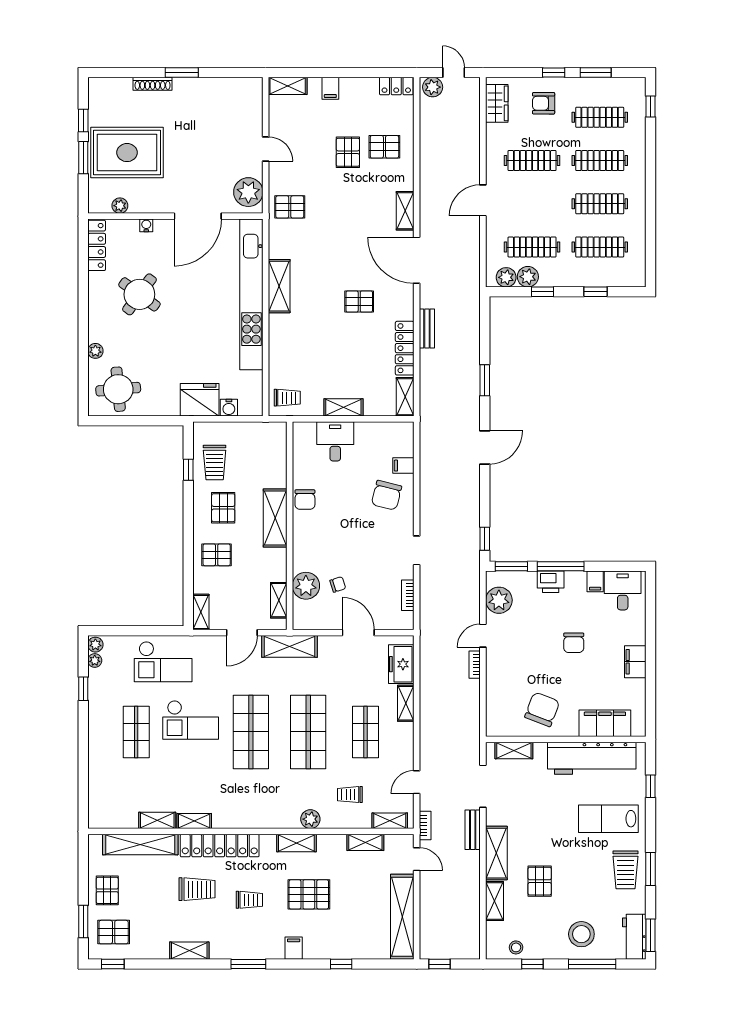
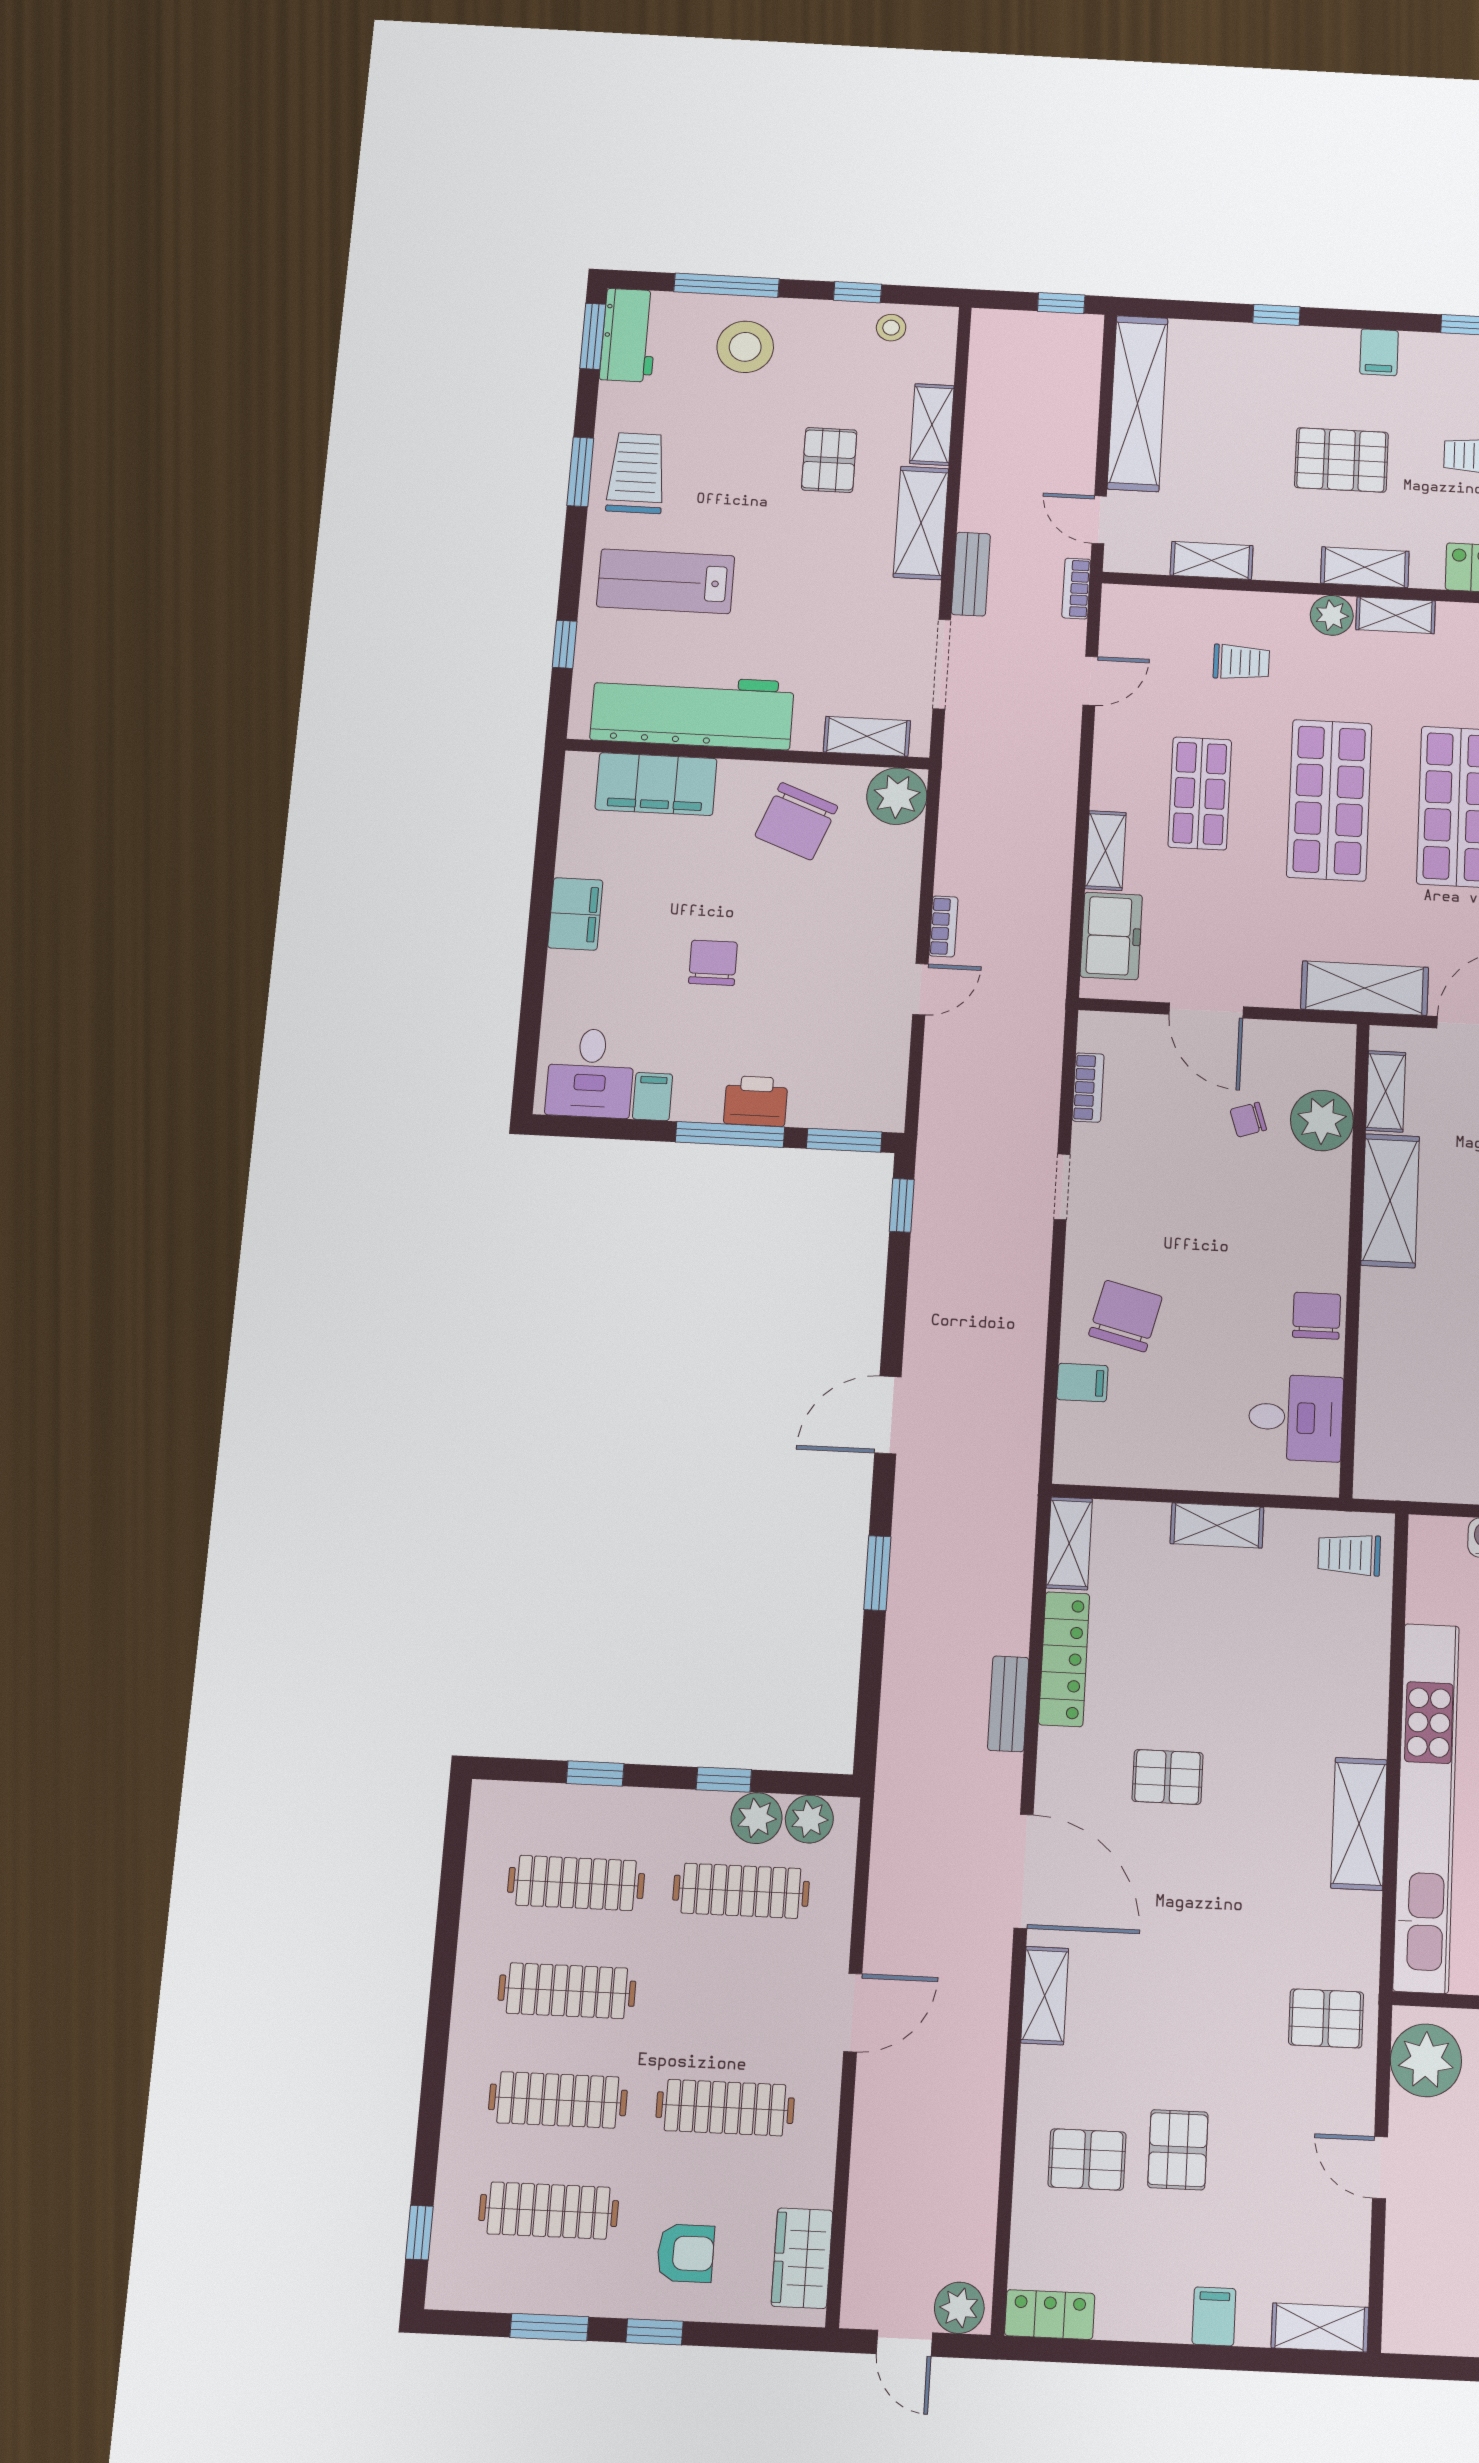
desk: (335, 441) -> (1296, 1418), moved, turned -90
shelving: (275, 518) -> (1390, 1201), moved
plant: (499, 600) -> (897, 796), moved
lab bench: (608, 819) -> (666, 581), turned 180
shelving: (390, 821) -> (1396, 615), moved

